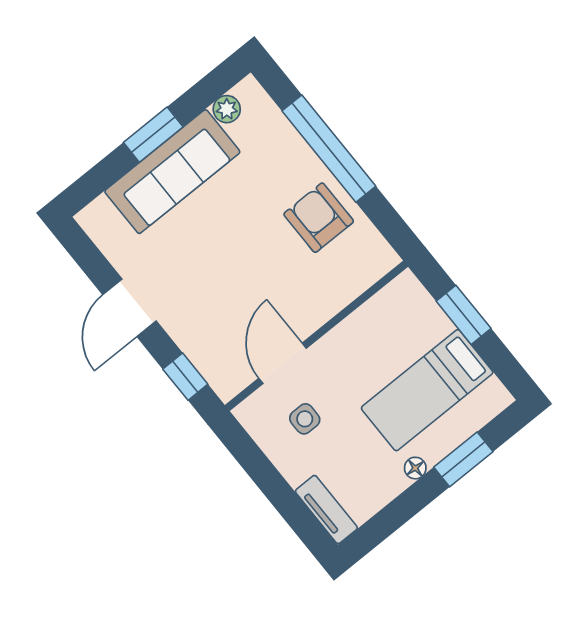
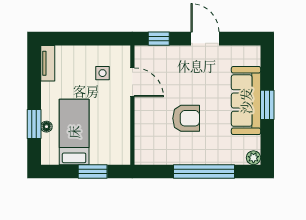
plant: (227, 109) -> (253, 158), moved
armchair: (319, 218) -> (186, 118), moved
floor lamp: (415, 468) -> (46, 127), moved
tv unit: (326, 509) -> (48, 63), moved, turned -90

